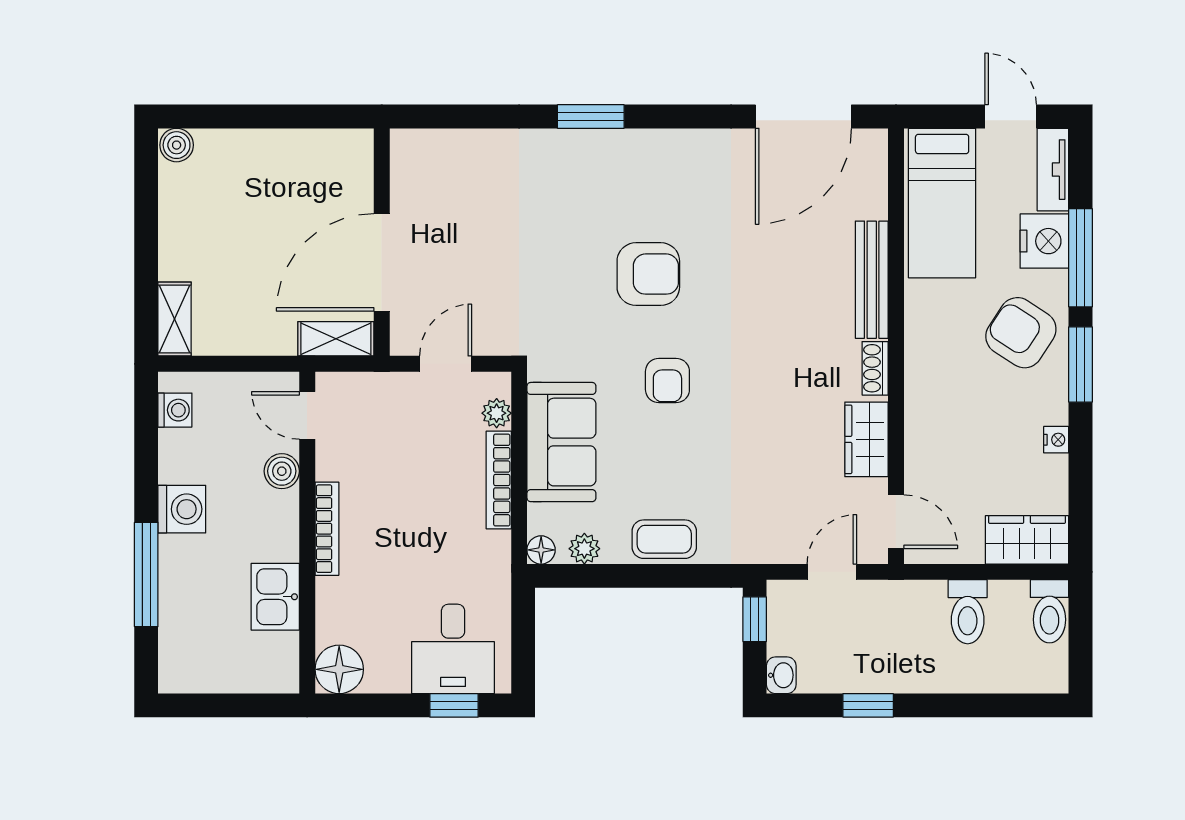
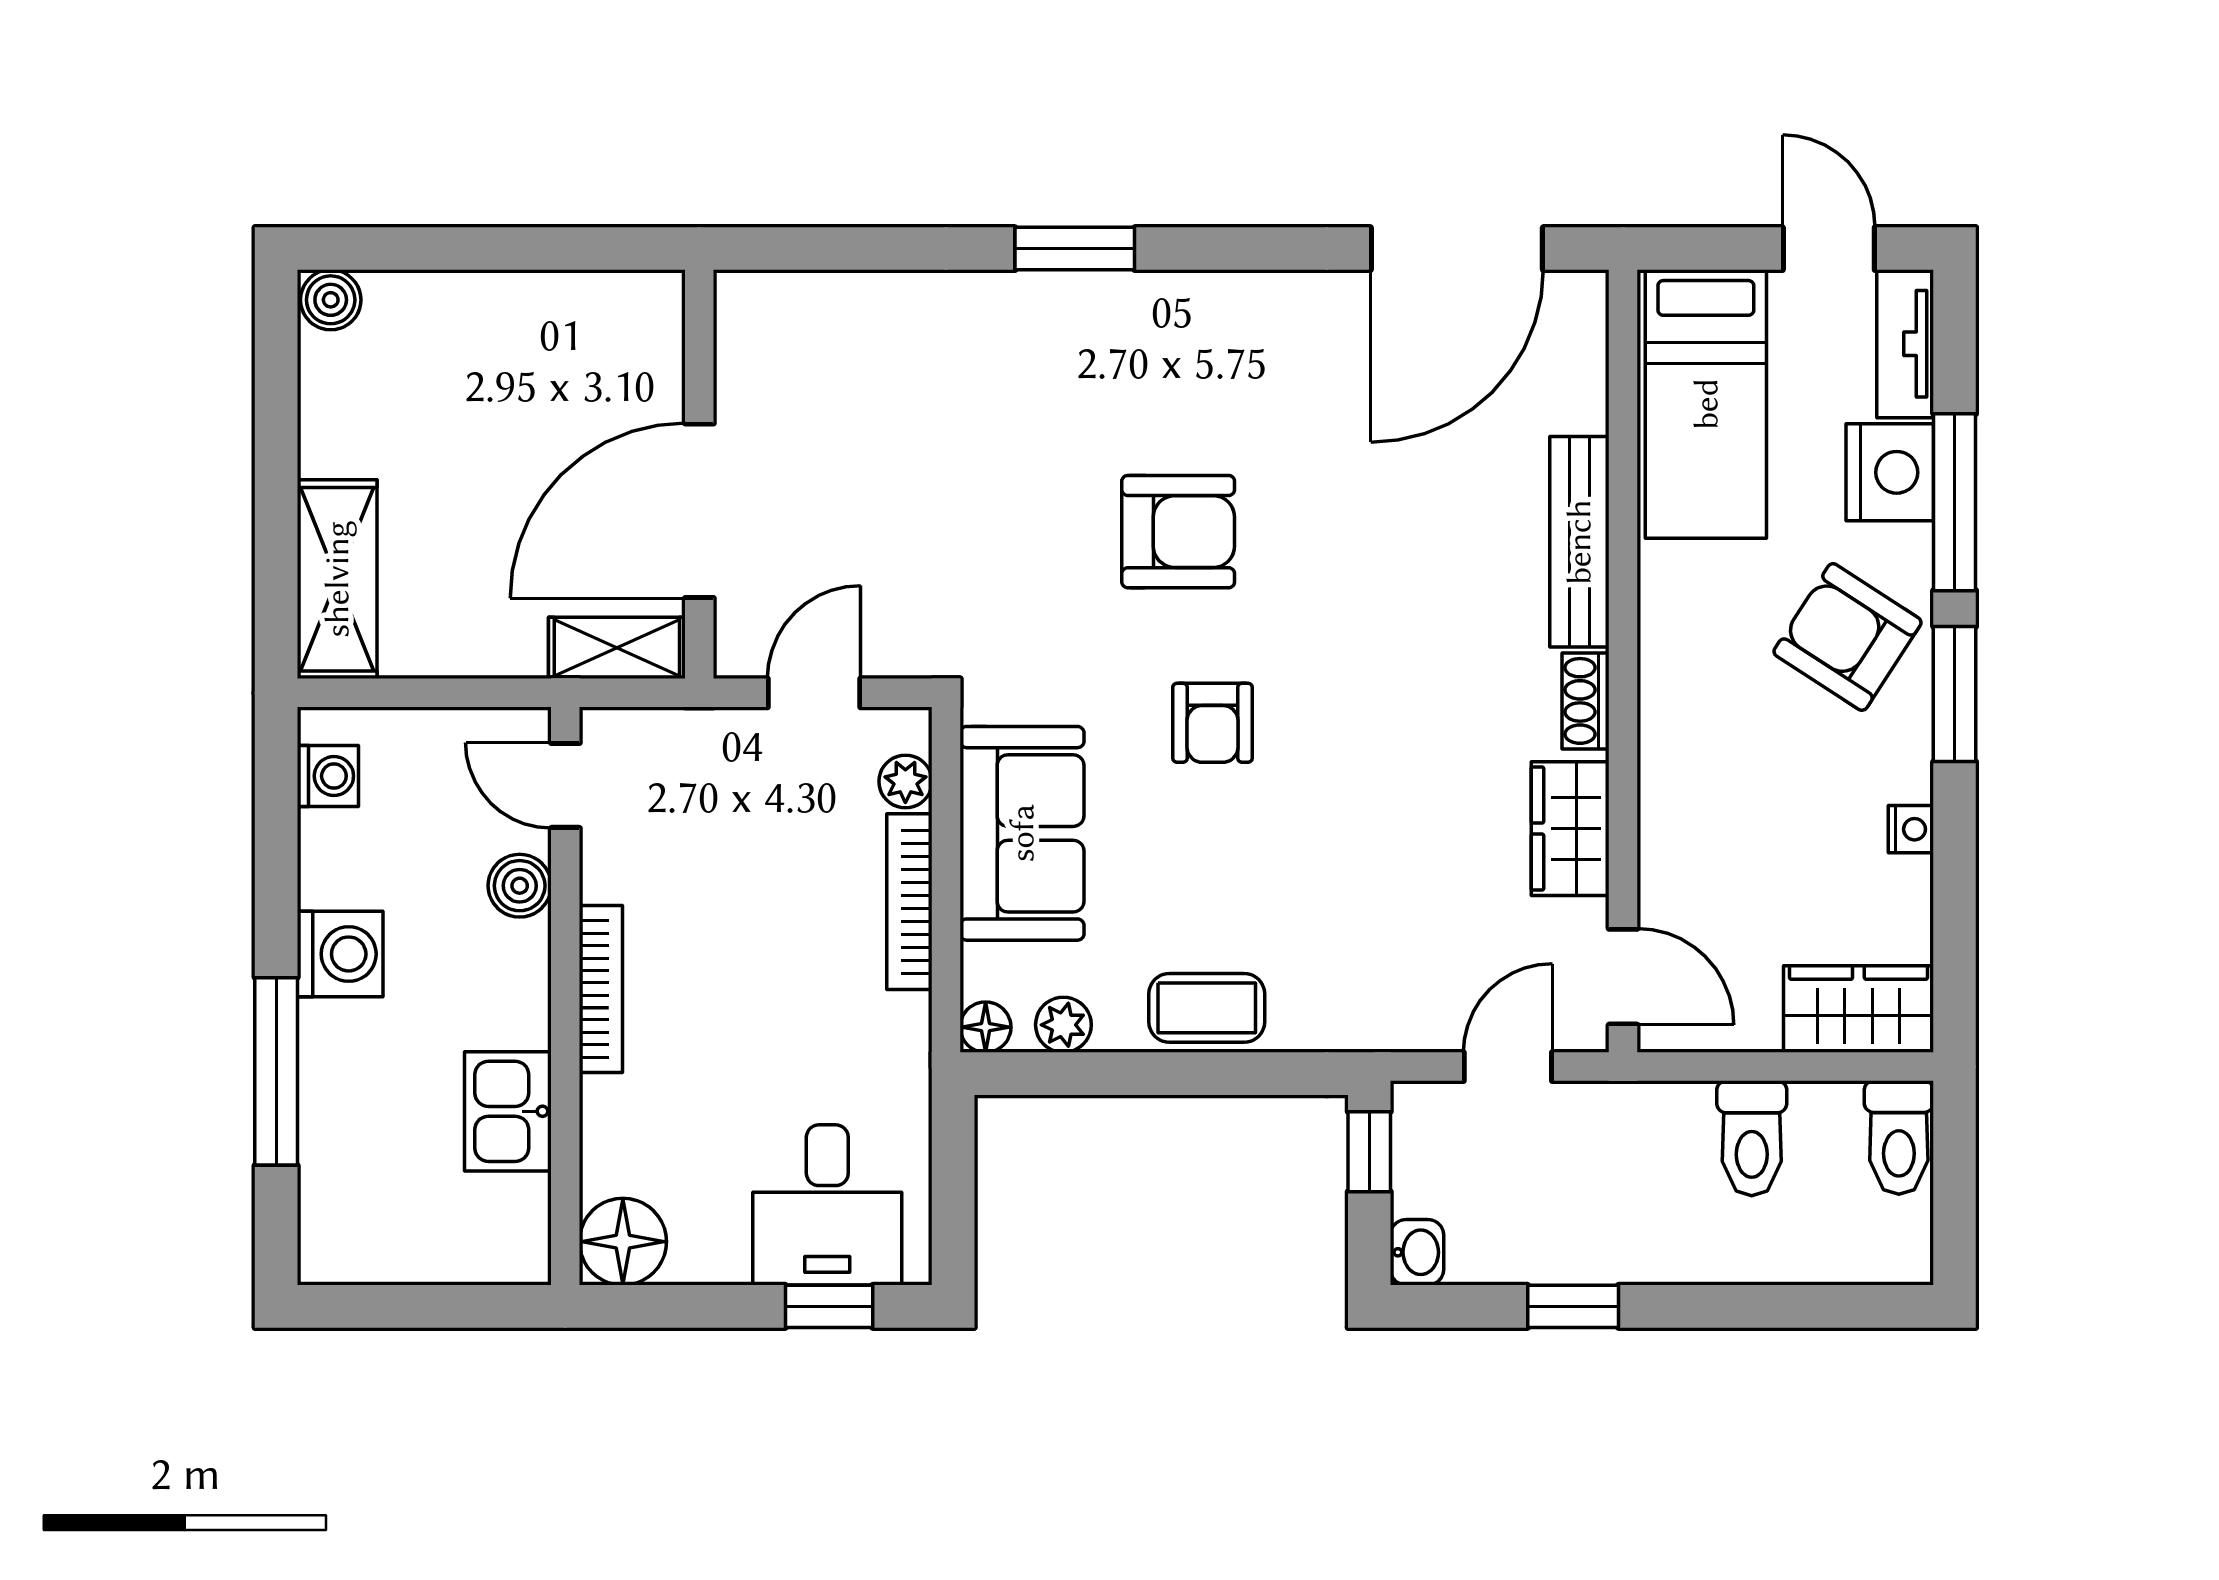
shelving: (175, 319) -> (337, 579), width x1.50, depth x1.33

